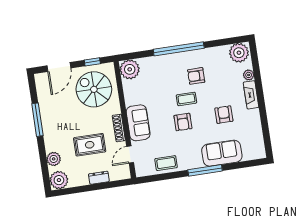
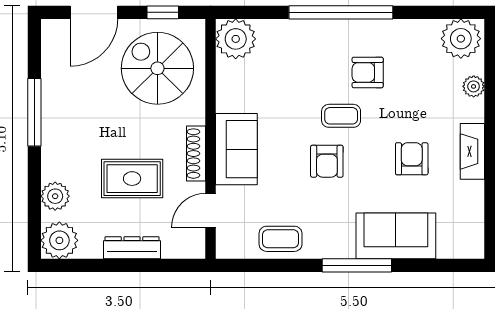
fireplace: (251, 95) -> (472, 151), moved
dresser: (99, 178) -> (132, 248), width x1.44

